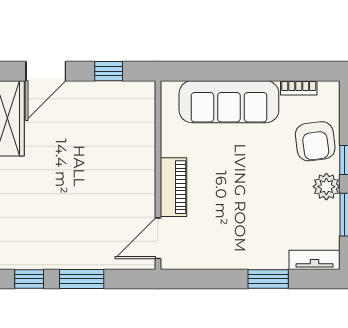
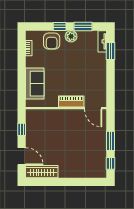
sofa: (229, 102) -> (35, 84), width x0.73
armchair: (315, 141) -> (52, 41), turned 97
window: (268, 279) -> (111, 51), moved

